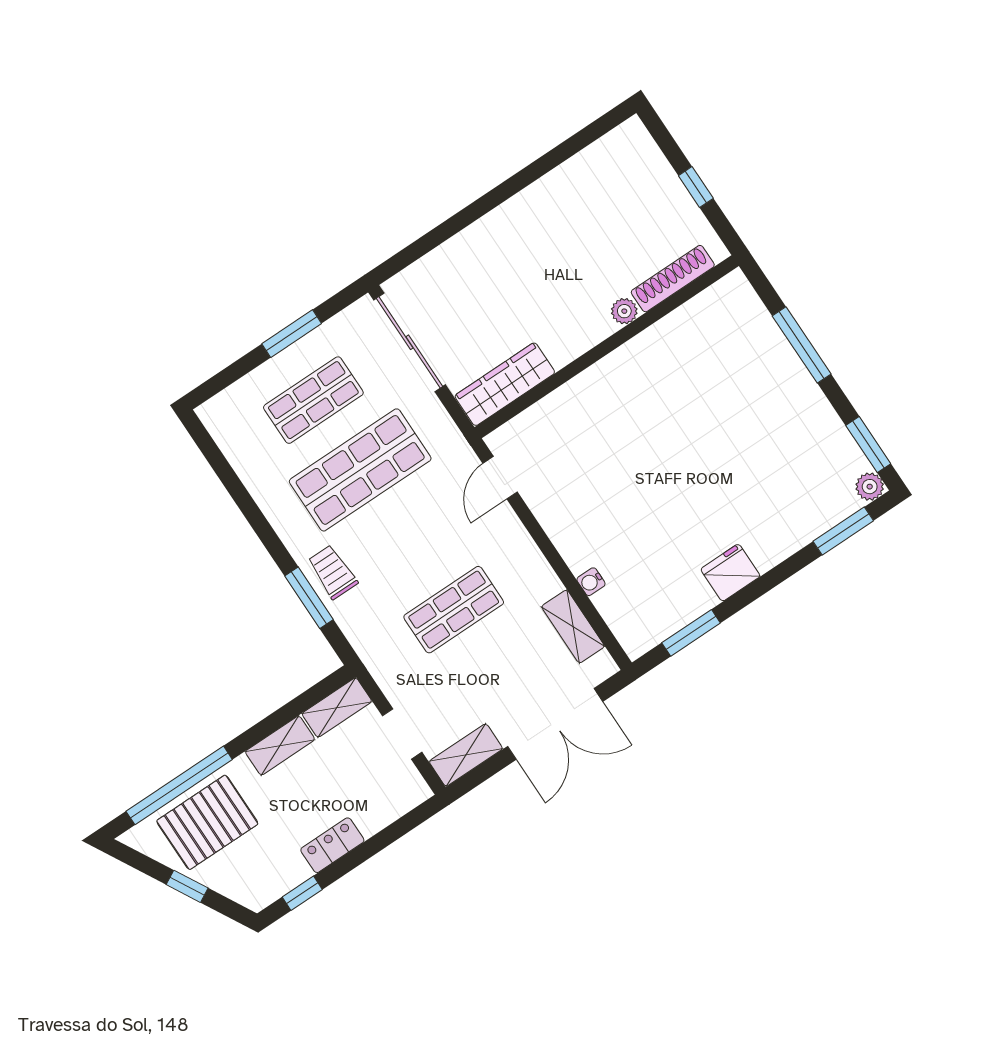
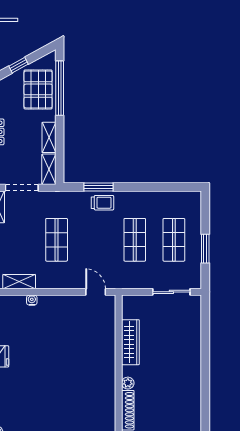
sliding door: (409, 342) -> (171, 292), width x0.73
wardrobe: (505, 384) -> (130, 342), moved
shop shelf: (360, 470) -> (135, 240), width x0.70, depth x0.74
doorway: (402, 734) -> (22, 188), width x1.38

